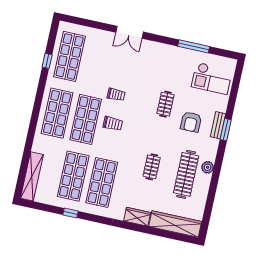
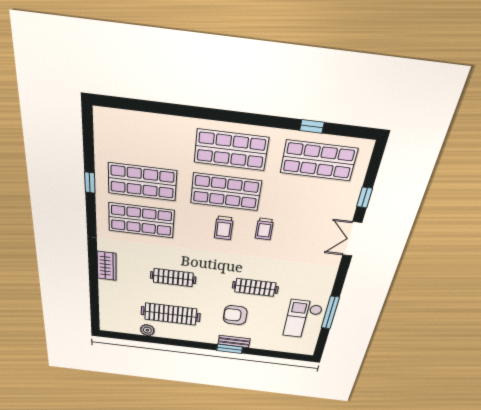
window: (98, 25) -> (365, 198), added
checkout: (212, 78) -> (303, 319), moved
clothes rail: (165, 104) -> (255, 287), width x1.36
clothes rail: (152, 167) -> (173, 278), width x1.36
plant: (208, 167) -> (147, 330), moved
shelving: (32, 176) -> (130, 121), removed
wardrobe: (175, 224) -> (109, 307), removed

